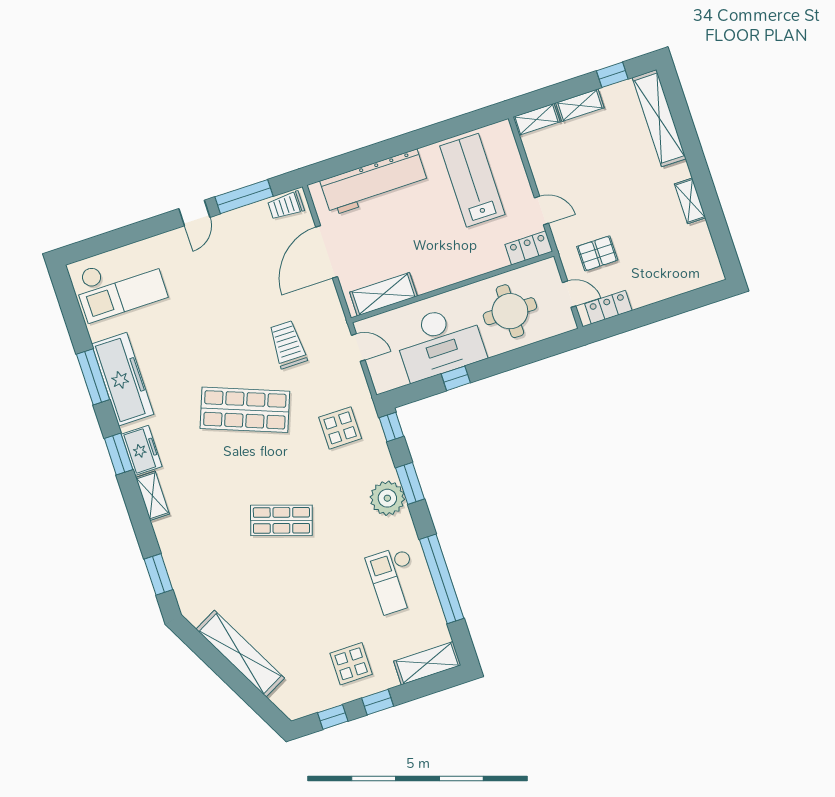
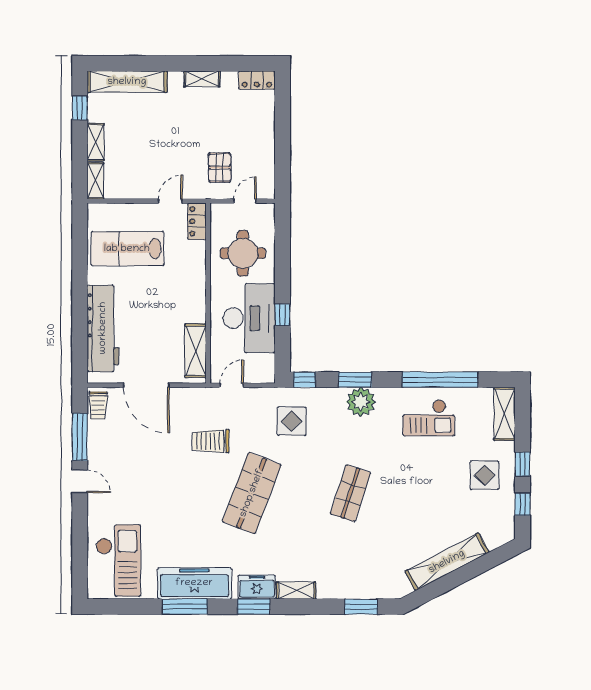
locker: (608, 307) -> (257, 80), moved, turned -90

